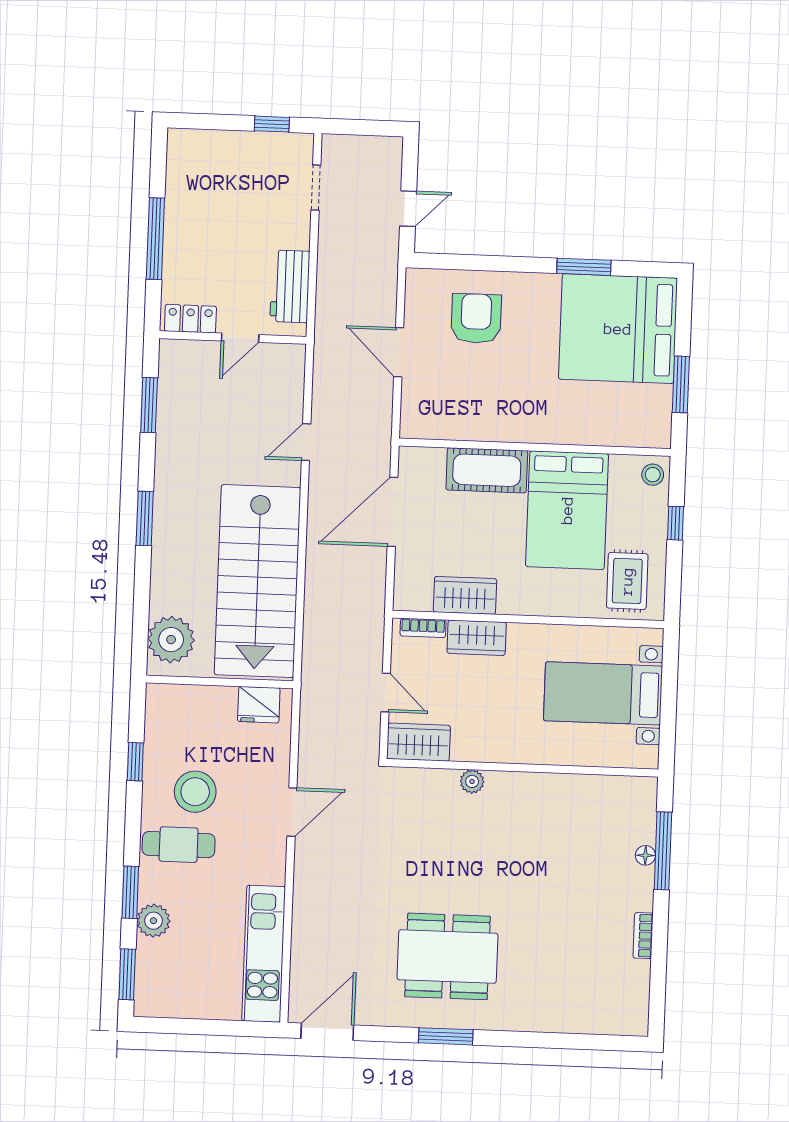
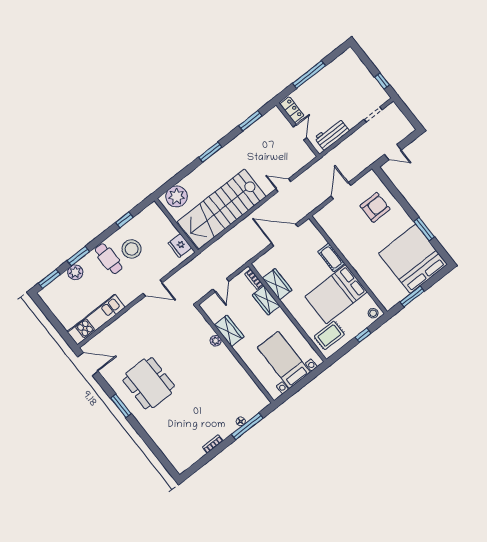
door: (240, 338) -> (300, 132), swing flipped
cot: (487, 470) -> (331, 257), width x0.73, depth x0.75
wardrobe: (419, 742) -> (229, 331), moved

